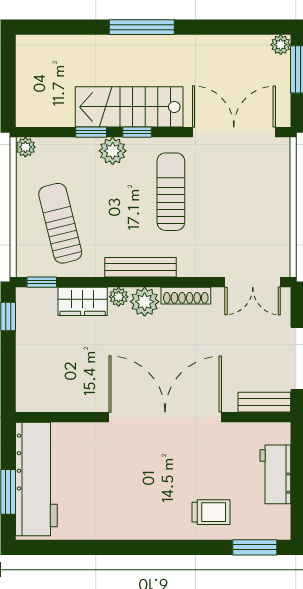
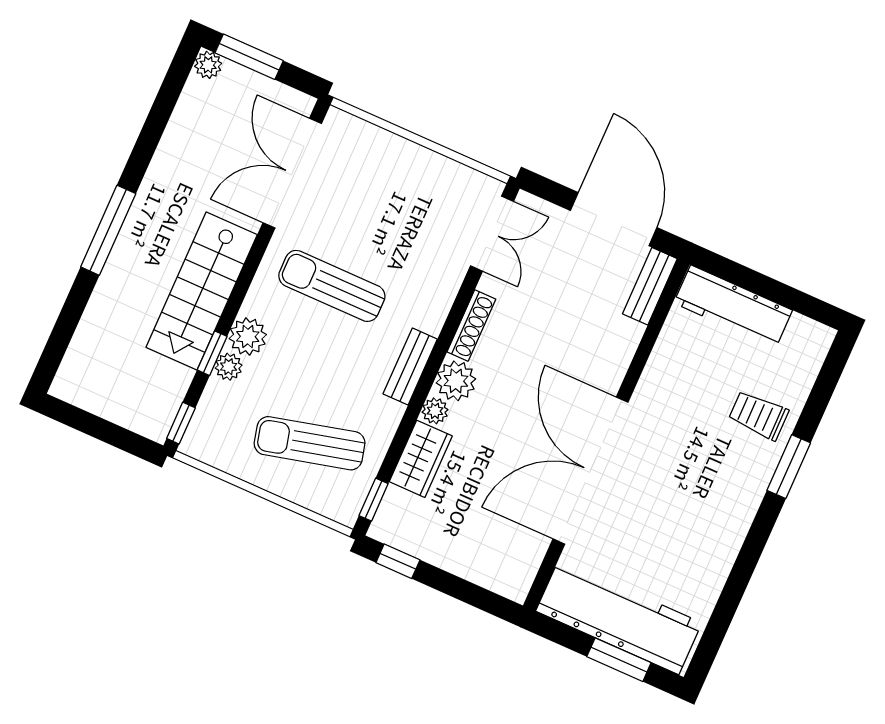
window: (137, 132) -> (181, 423), moved
plant: (25, 147) -> (229, 367), moved
bench: (141, 267) -> (410, 367), width x0.73
double door: (165, 417) -> (591, 471), moved
workbench: (275, 474) -> (733, 307), width x1.38
trolley: (211, 512) -> (759, 415), turned -90
window: (255, 547) -> (789, 467), moved

